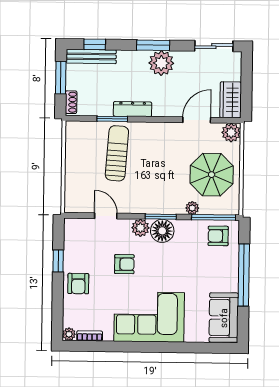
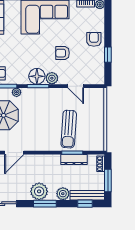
plant: (127, 59) -> (63, 194), added
dresser: (133, 109) -> (74, 160), moved

